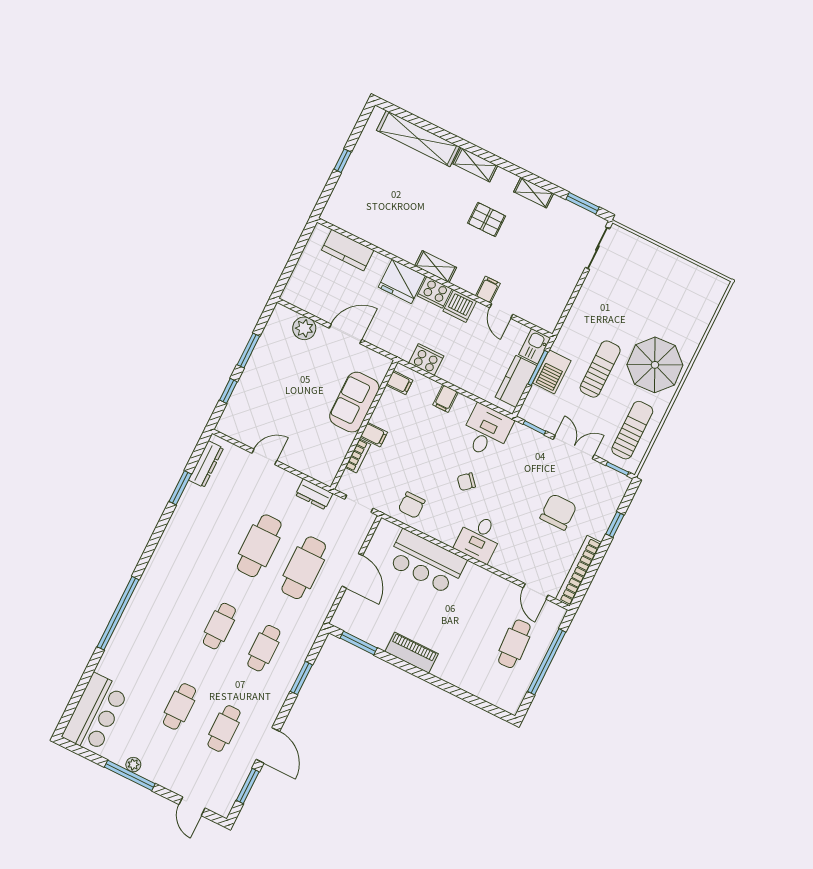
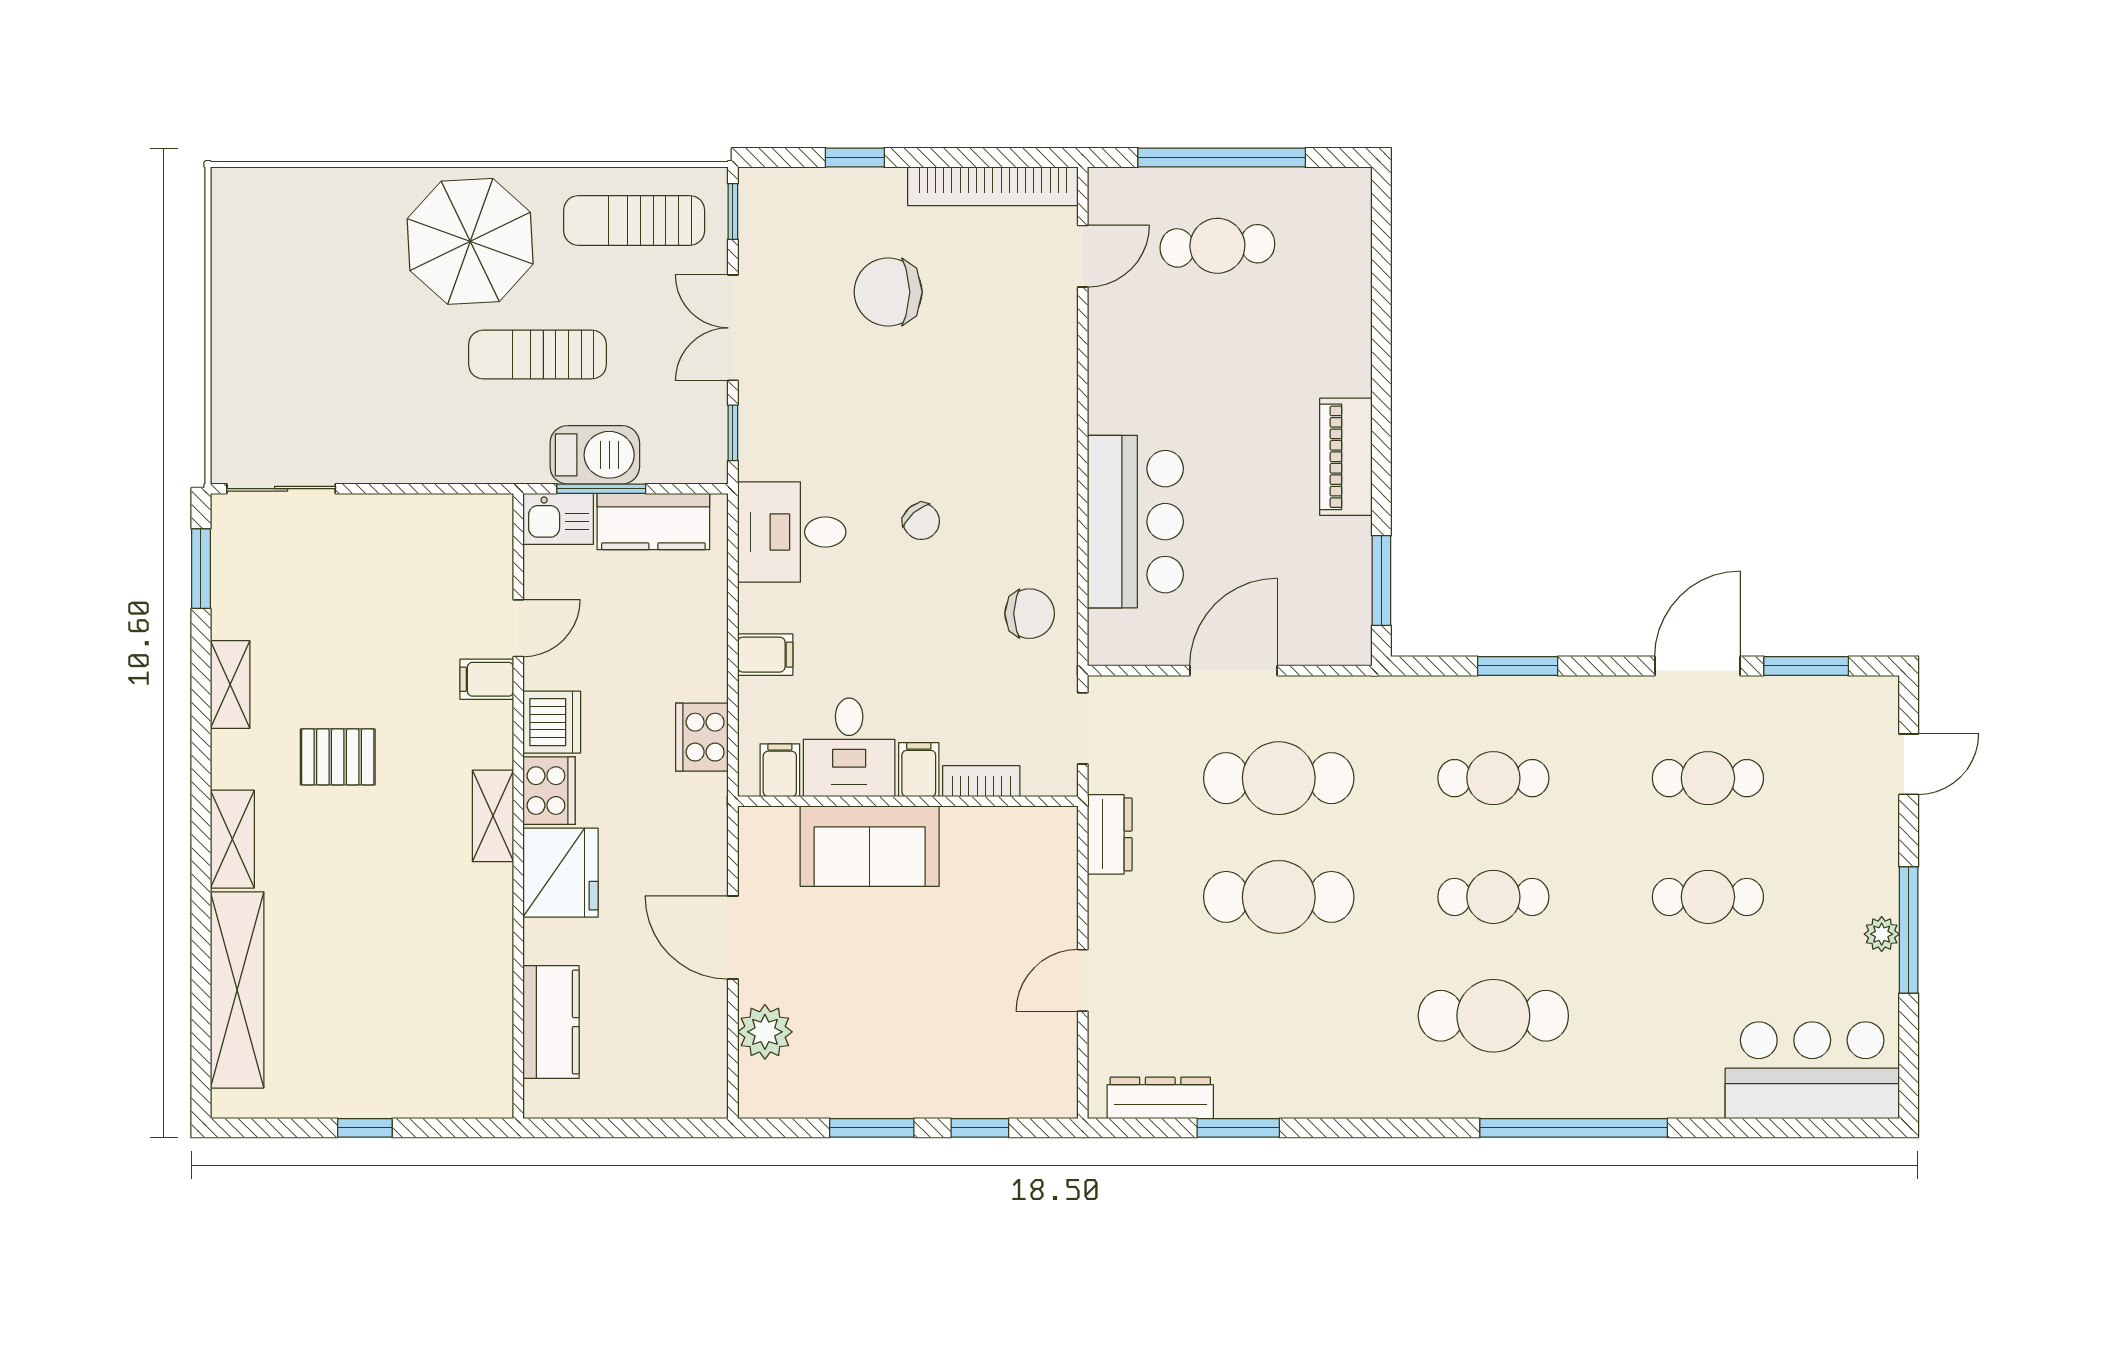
pallet: (487, 219) -> (338, 757), turned 90
door: (264, 457) -> (1083, 980), hinge flipped
desk: (479, 538) -> (849, 747), moved, turned 90
cafe table: (175, 604) -> (1493, 1016), added

